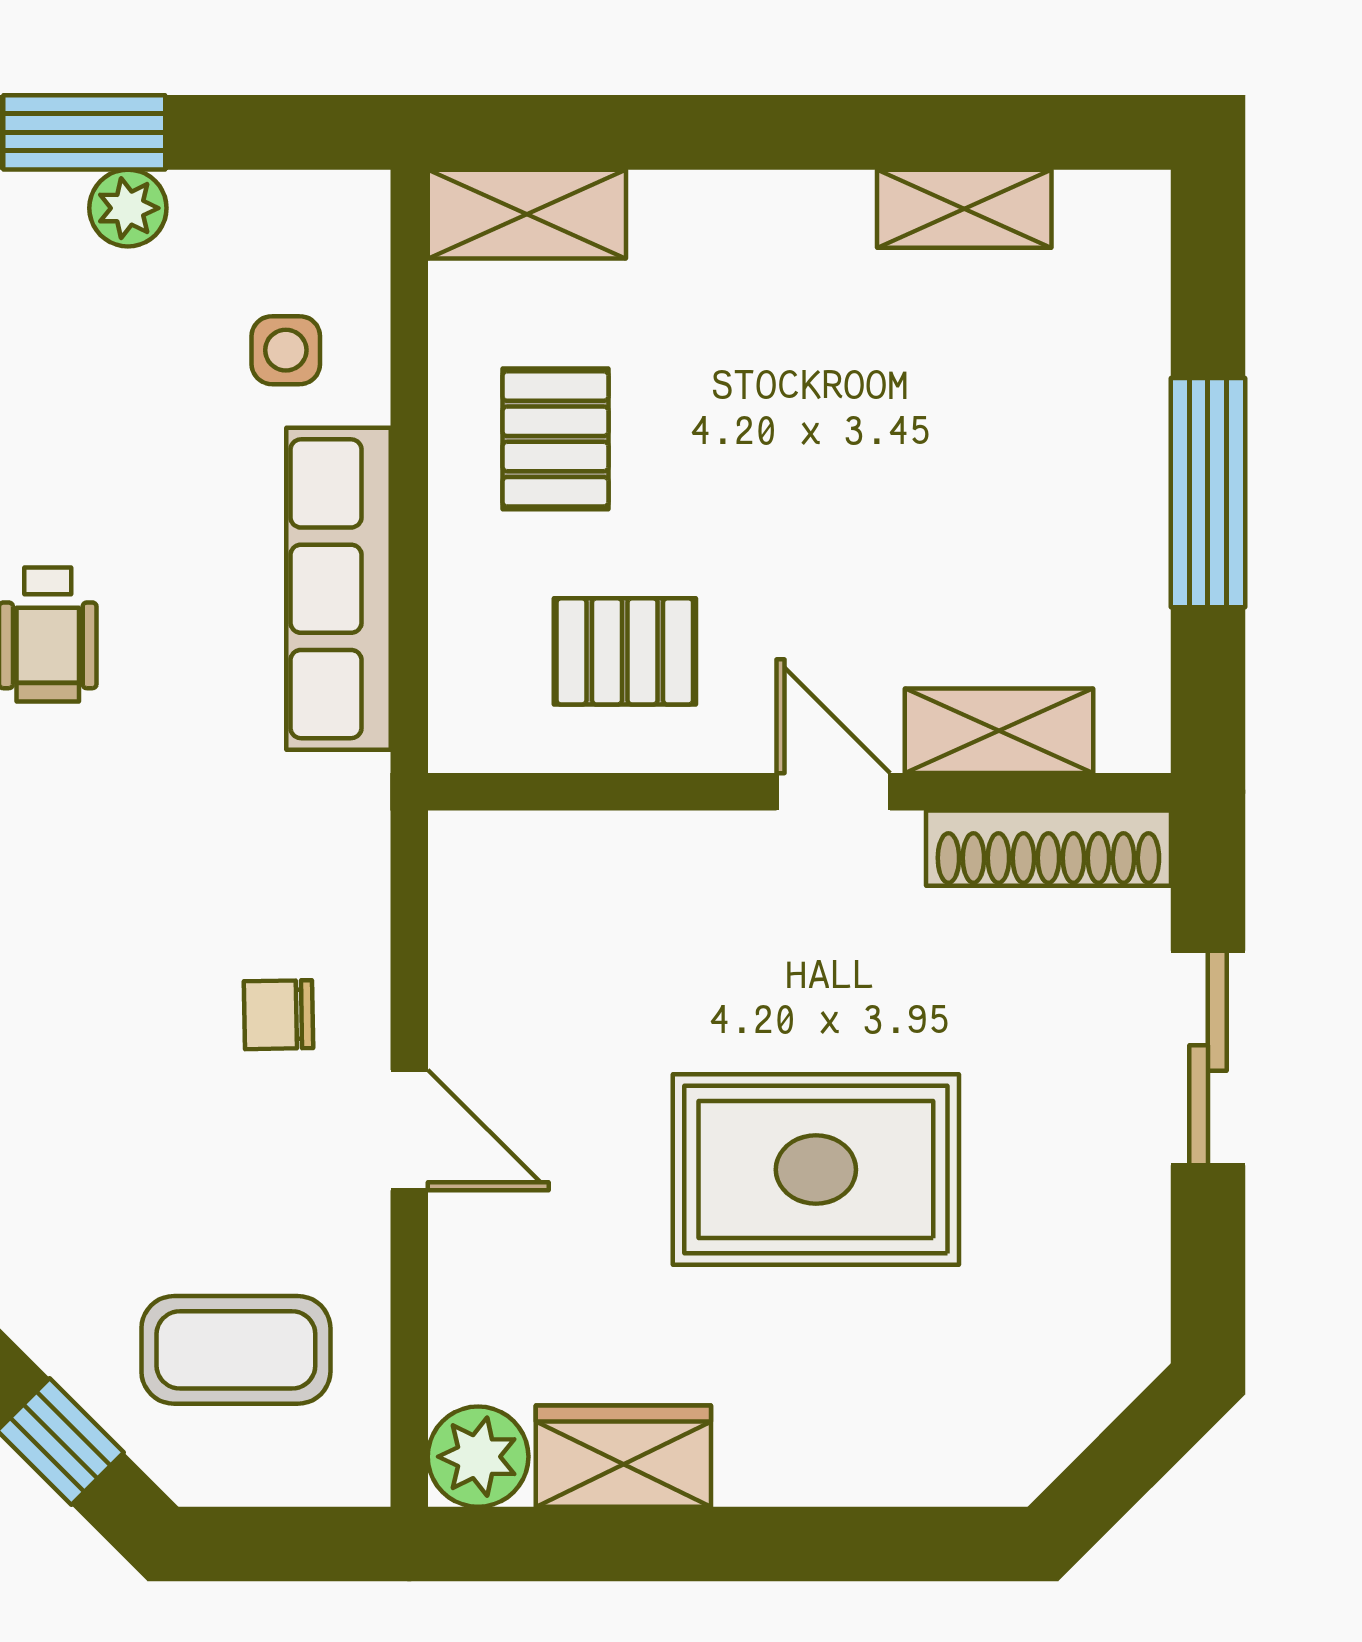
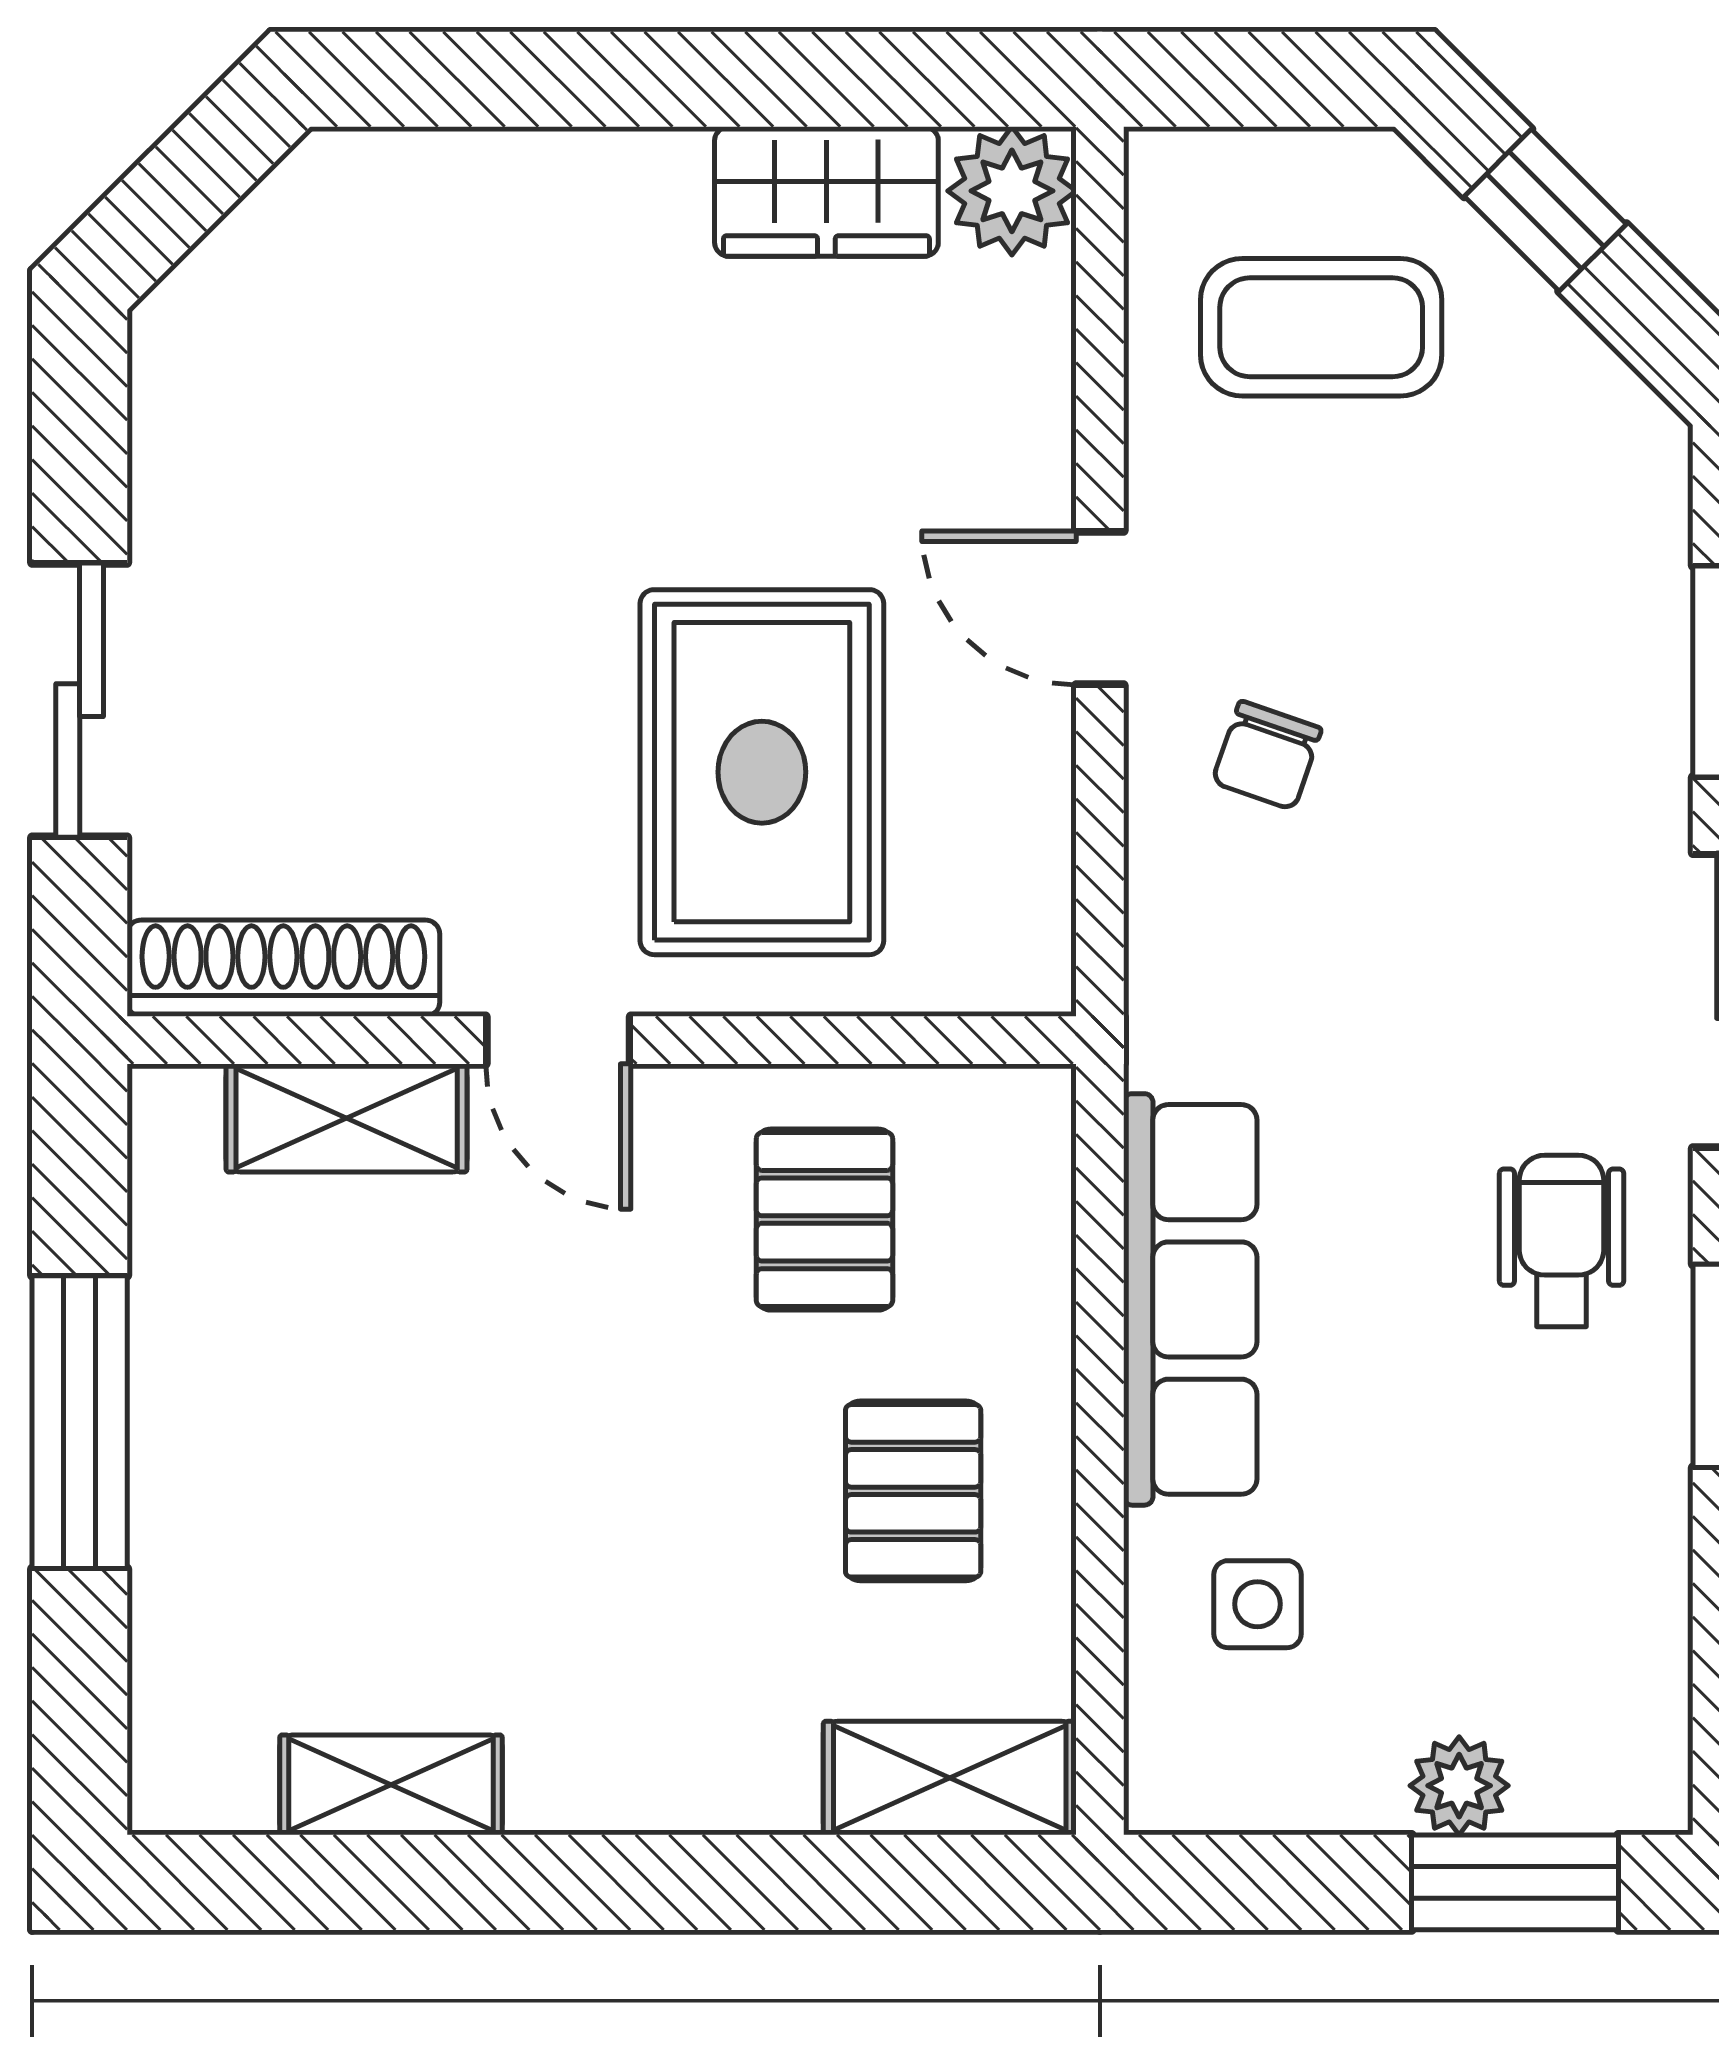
pallet: (625, 651) -> (824, 1220), turned 90
chair: (278, 1015) -> (1267, 755), turned 110
rug: (816, 1170) -> (762, 772), moved, turned 90

